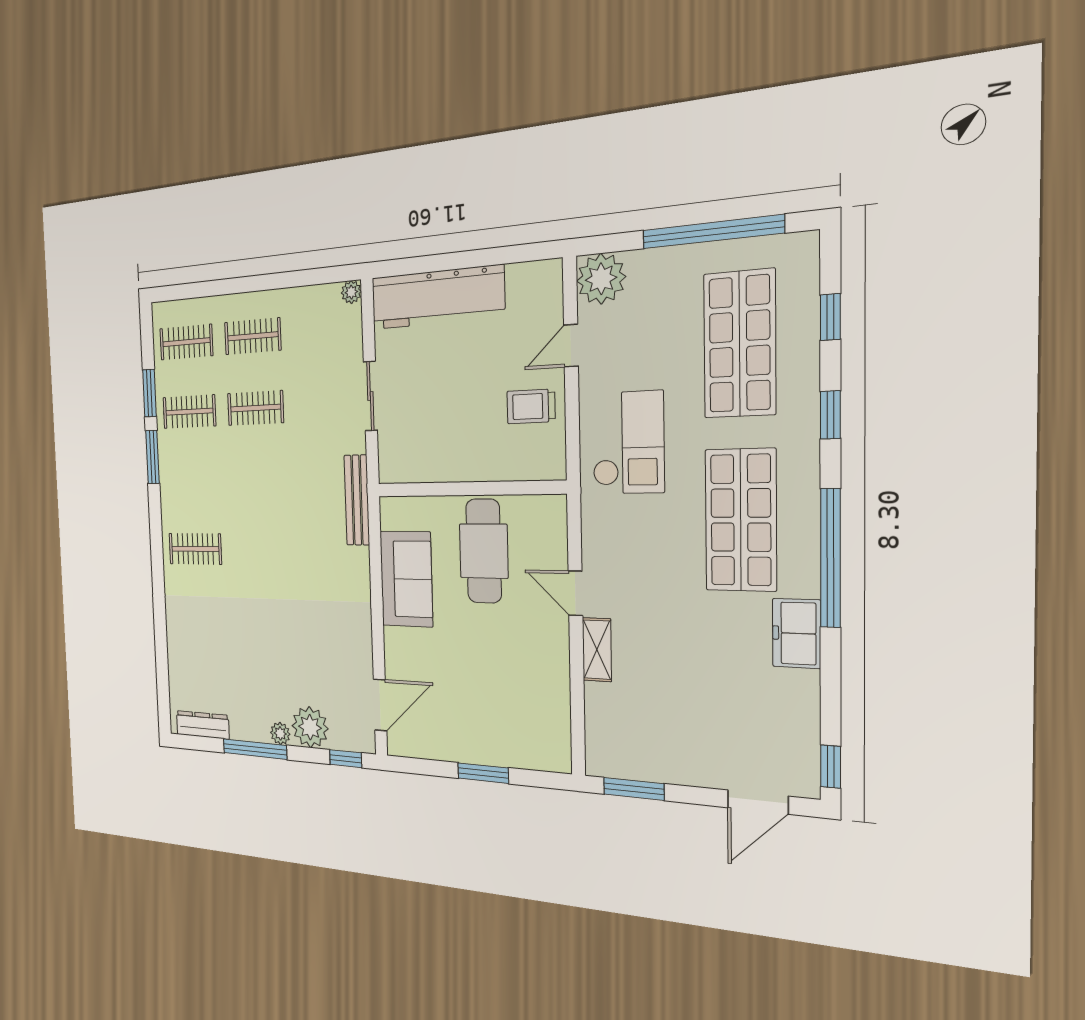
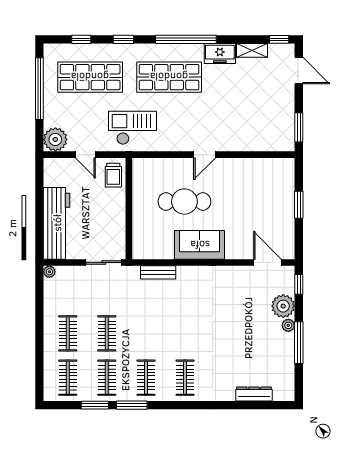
clothes rail: (192, 481) -> (146, 378), added
wall: (469, 489) -> (129, 209), moved
bench: (357, 500) -> (158, 272), width x0.73
shelving: (597, 650) -> (252, 50), moved
dresser: (203, 725) -> (254, 394), moved, turned 90

